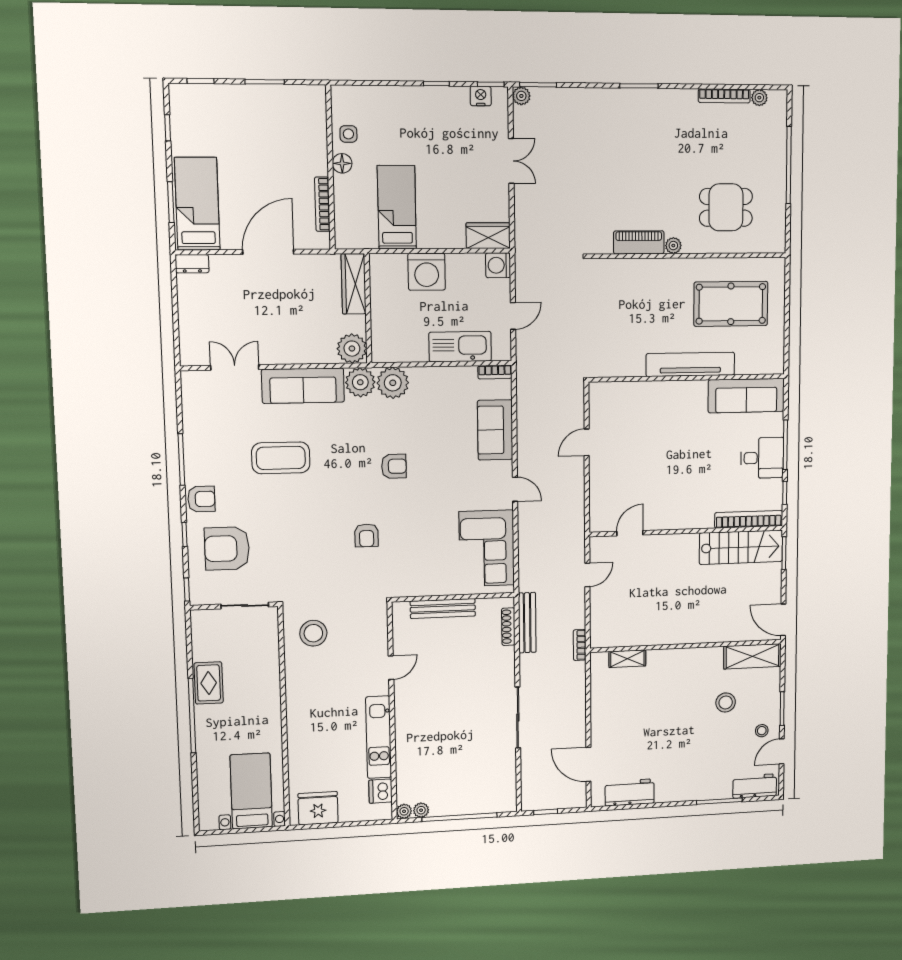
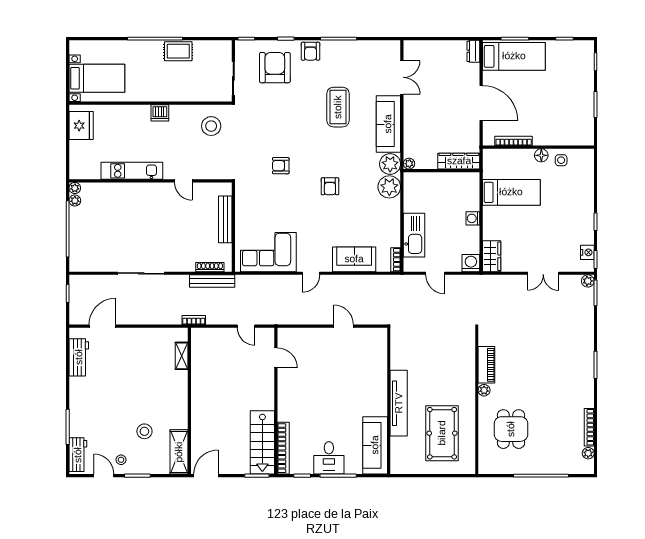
washing machine: (427, 272) -> (473, 218), width x0.53, depth x0.53
plant: (352, 349) -> (409, 164), width x0.53, depth x0.53
dishwasher: (381, 791) -> (160, 113), moved, turned 180

